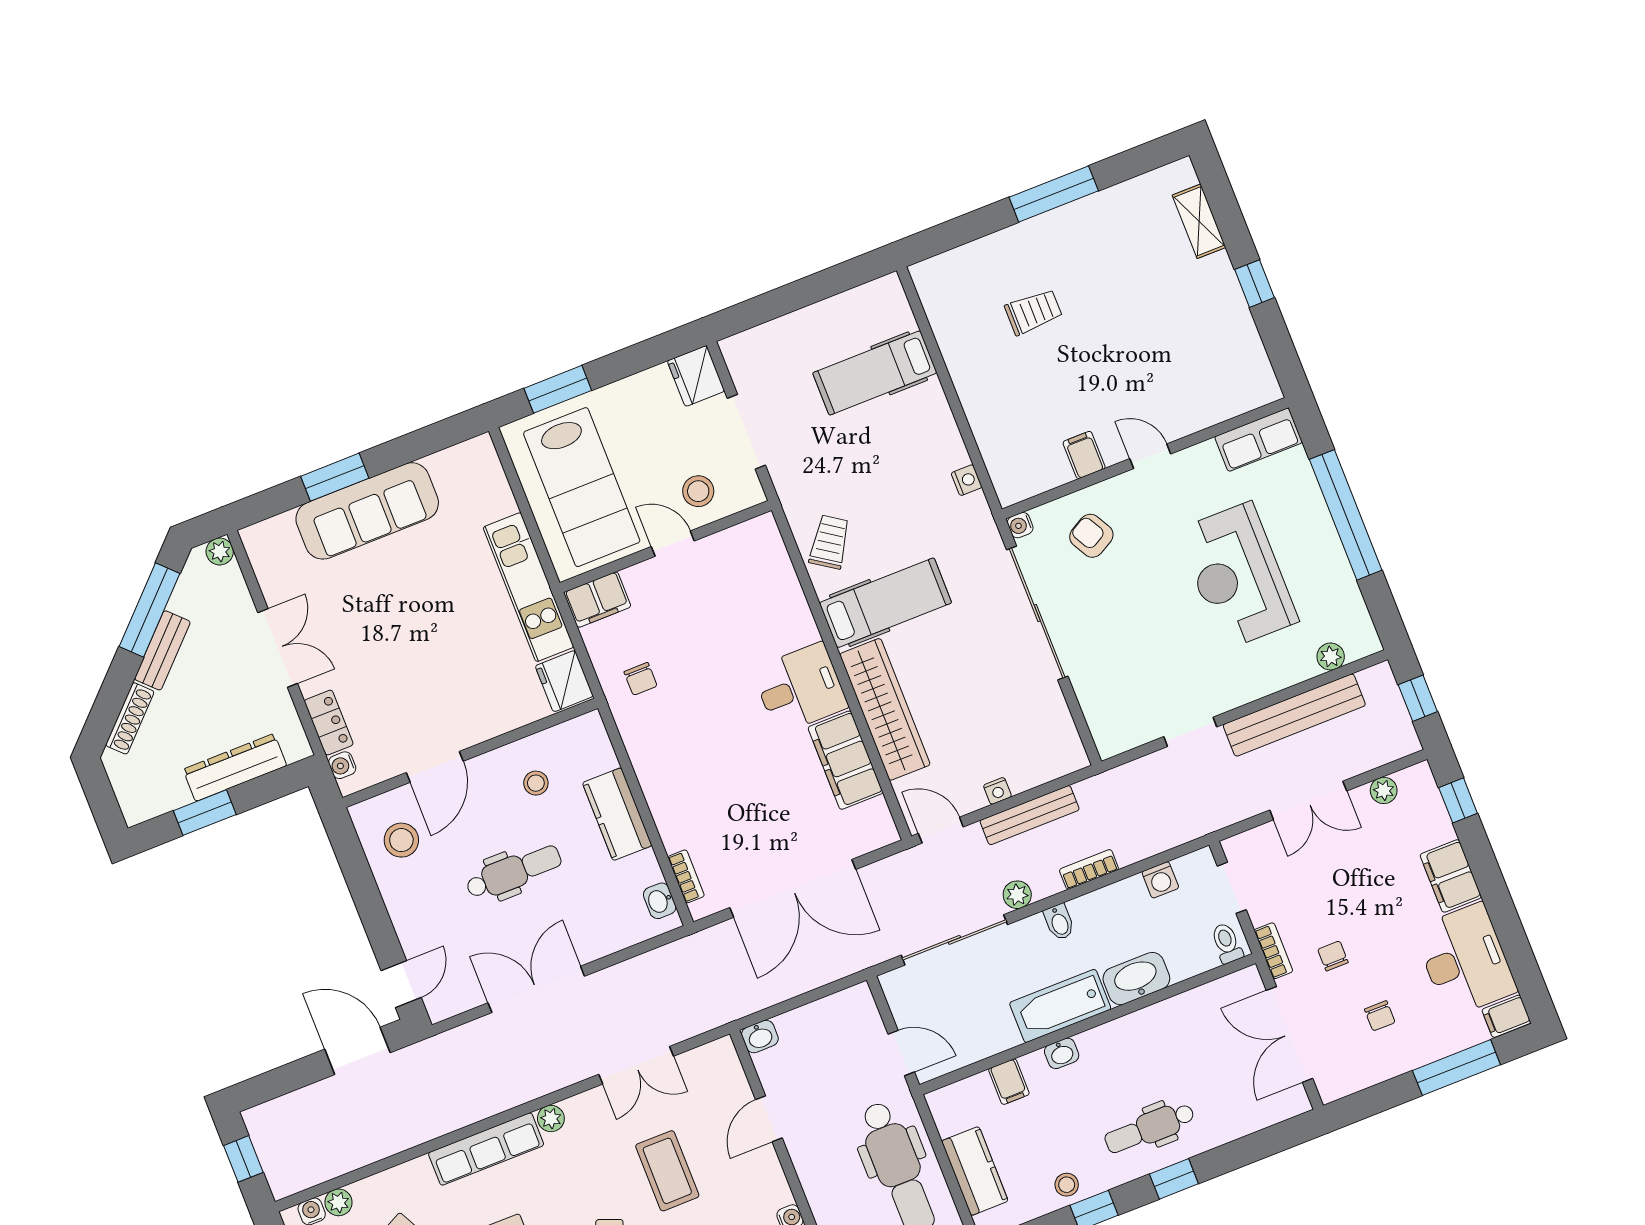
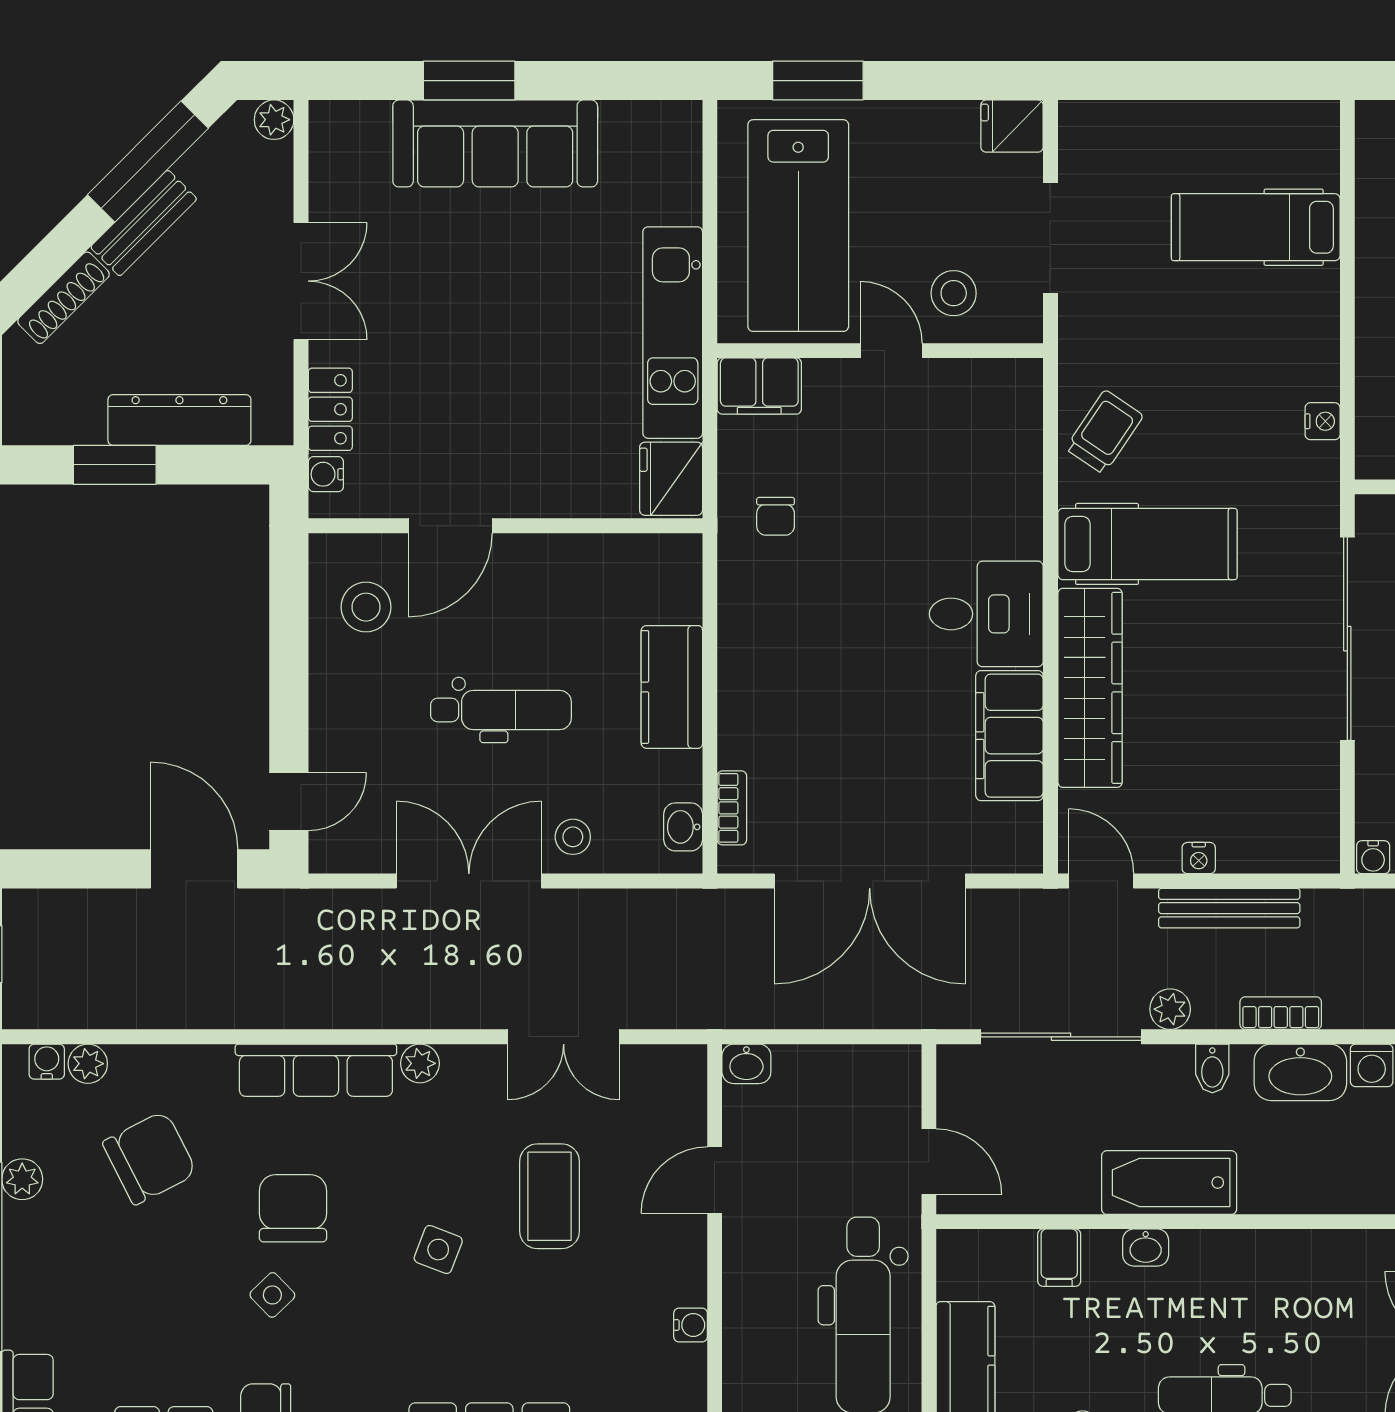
fridge: (696, 376) -> (1012, 126), width x0.72
water cooler: (1020, 525) -> (1373, 857), moved, turned -90
stool: (536, 783) -> (573, 837), moved
washbasin: (1136, 979) -> (1300, 1072), moved, turned 180

